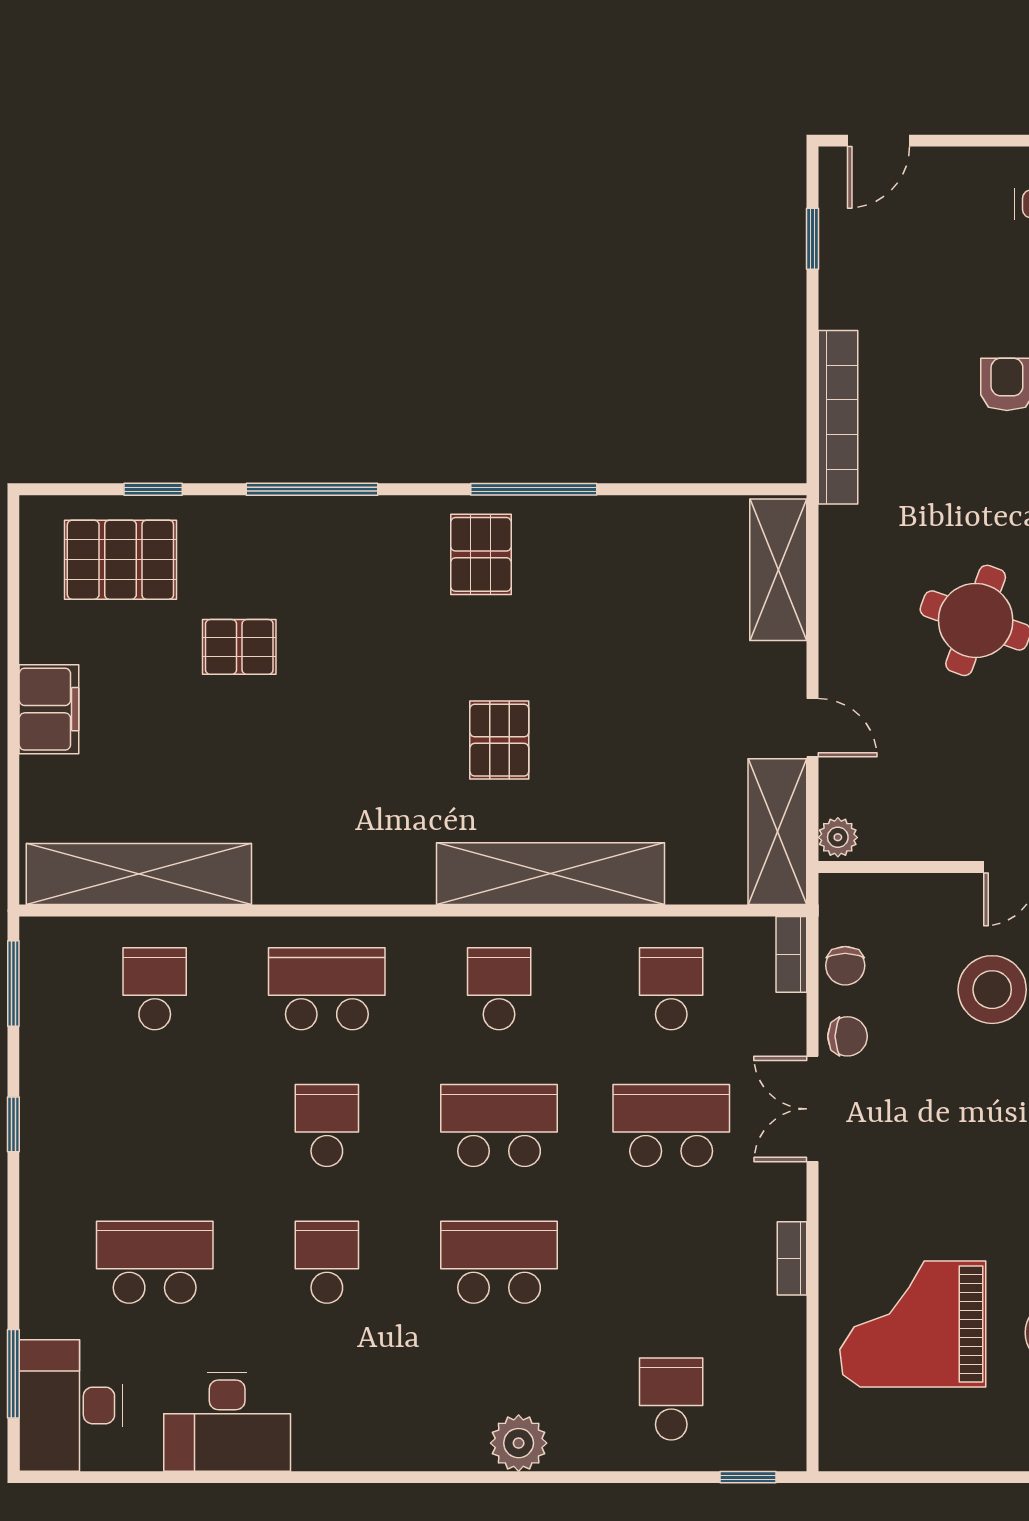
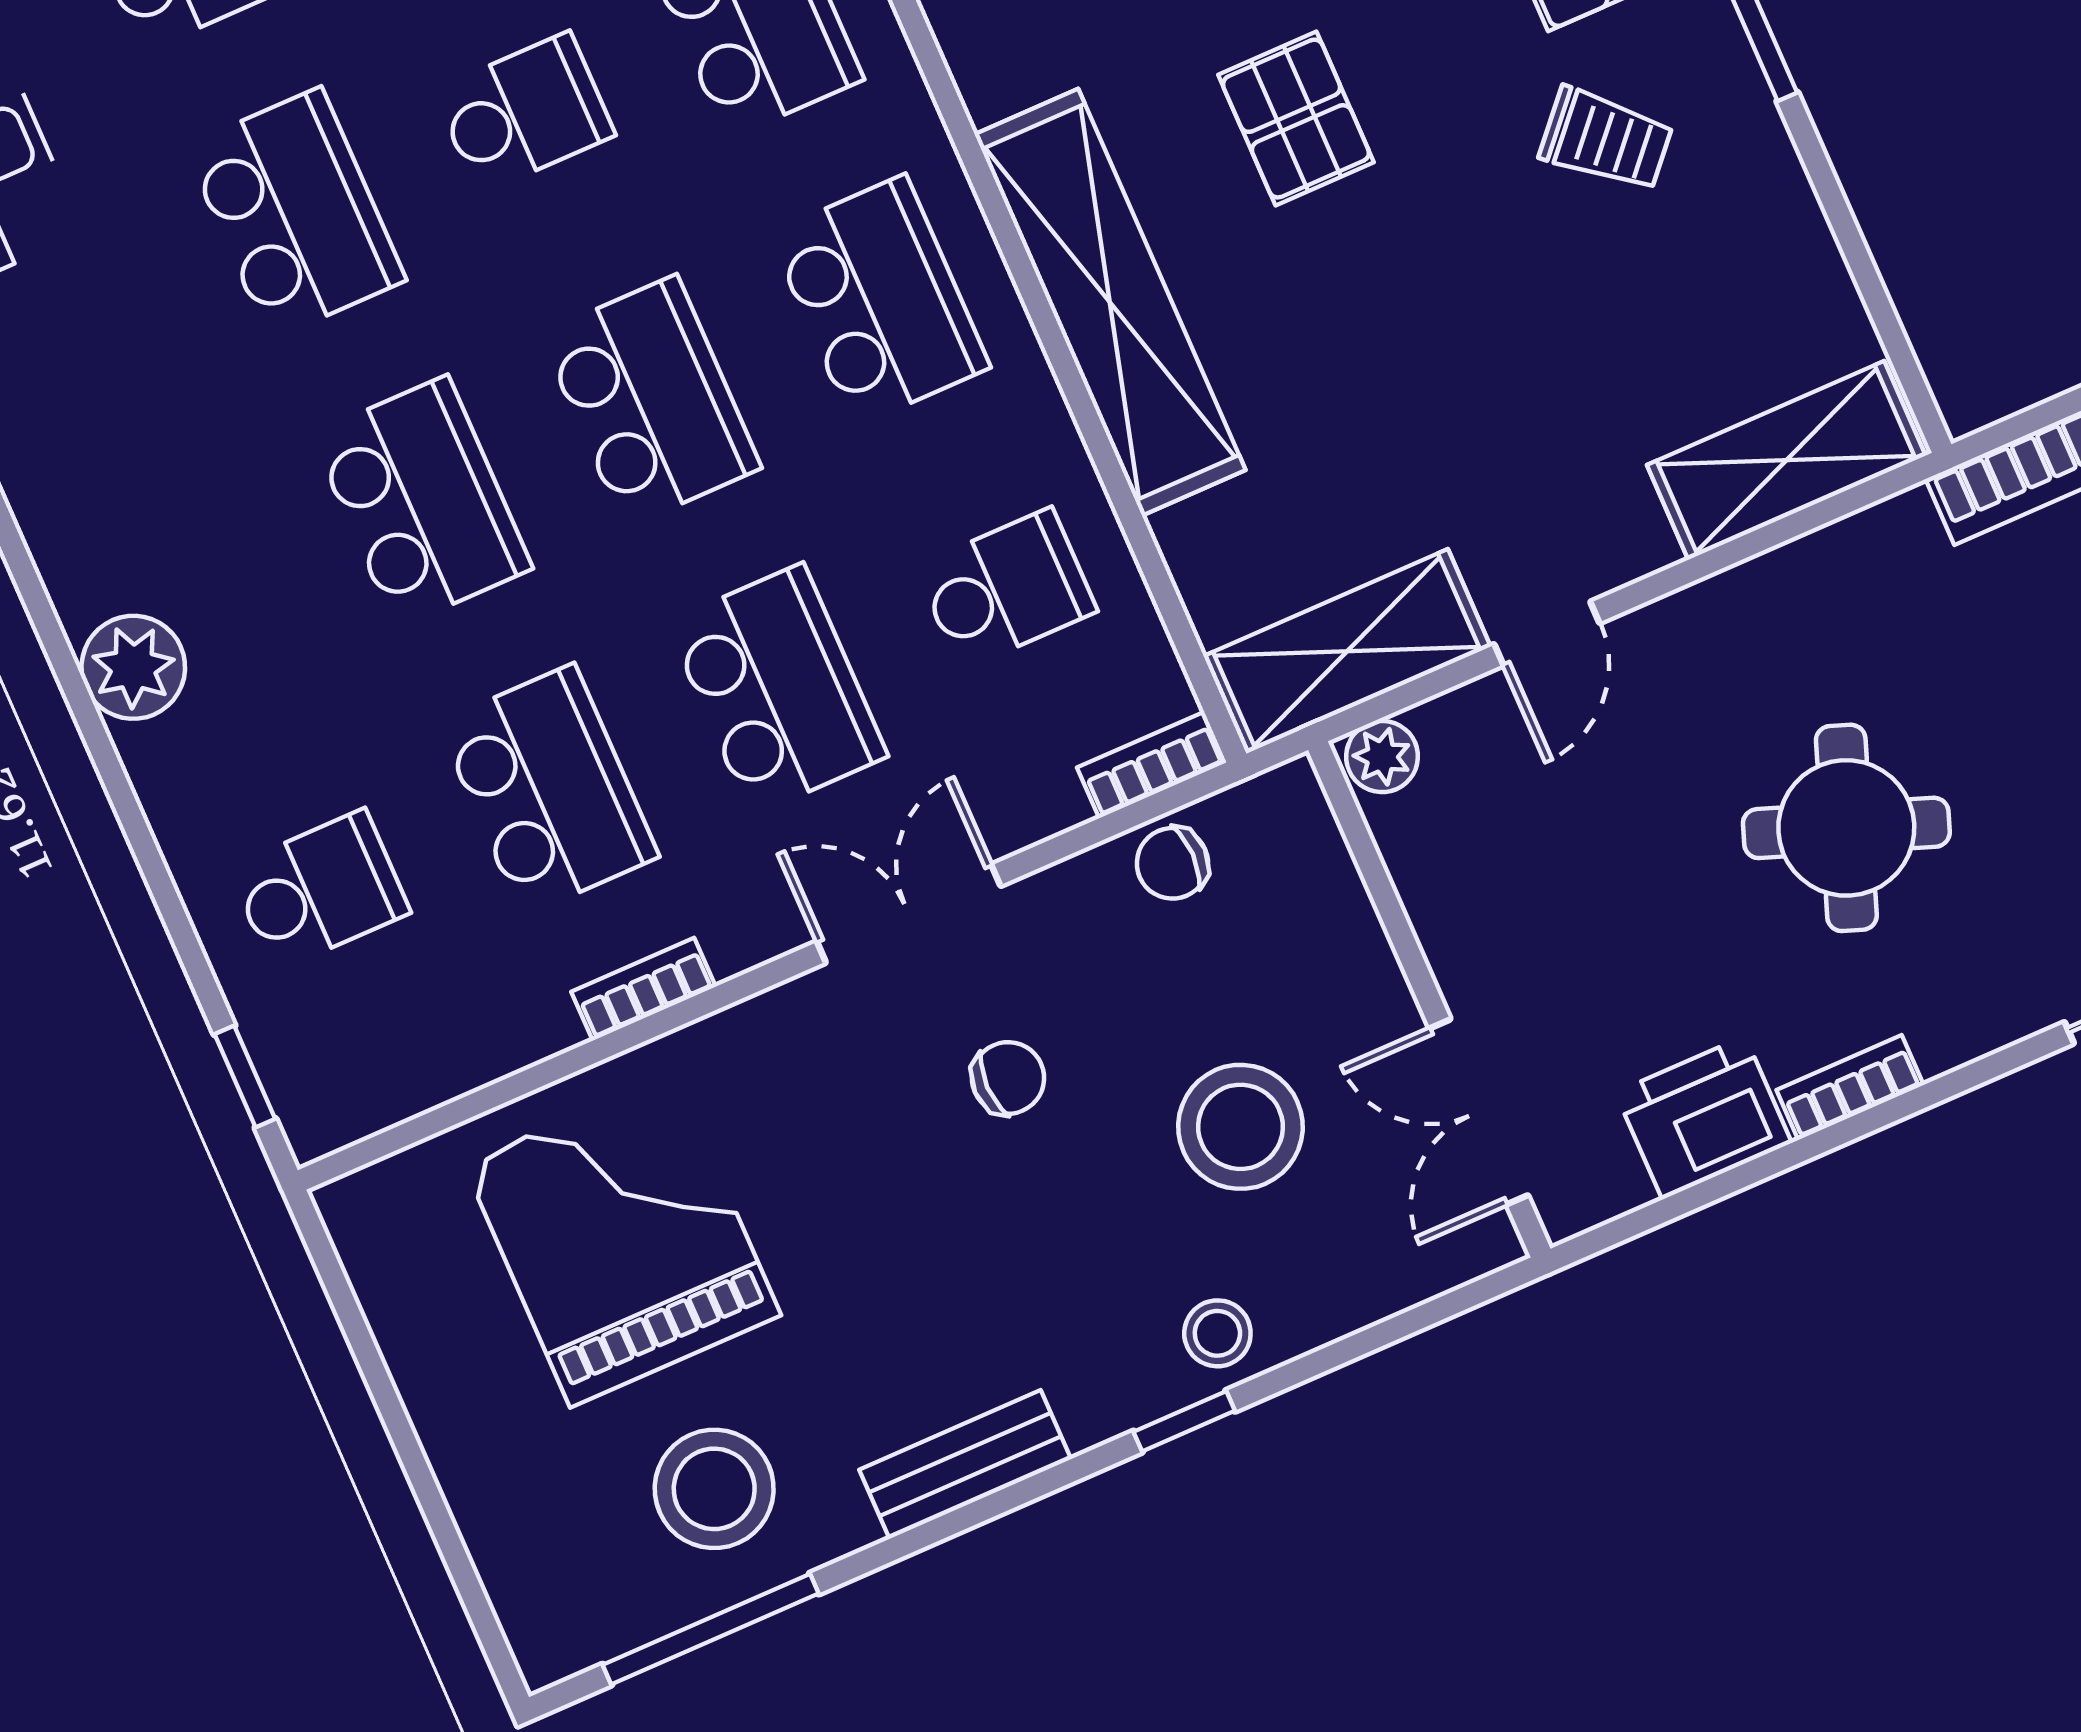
trolley: (578, 589) -> (1606, 139), added
pallet: (499, 740) -> (1296, 119), turned 90
school desk: (499, 989) -> (879, 301), width x1.85
chair: (847, 1036) -> (1008, 1078), moved, turned -90
school desk: (327, 1262) -> (295, 213), width x1.85
school desk: (671, 1262) -> (548, 790), added

